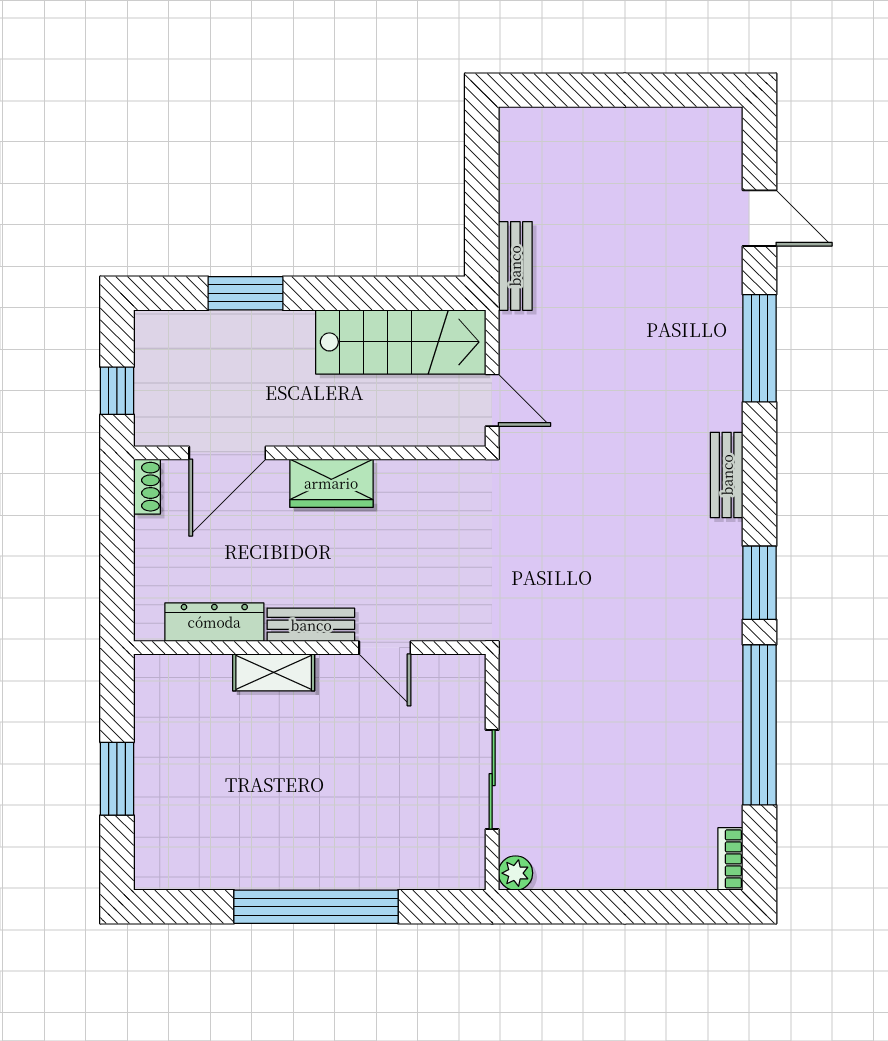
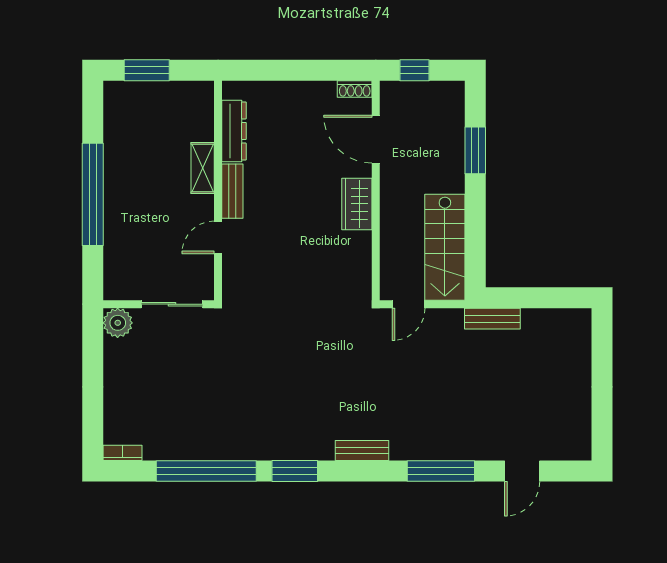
dresser: (214, 622) -> (234, 131), moved
bench: (311, 625) -> (232, 191), moved
wall: (310, 648) -> (218, 190), moved
door: (385, 648) -> (218, 237), moved
shelving: (274, 672) -> (203, 168), moved
window: (117, 779) -> (147, 70), moved
plant: (515, 873) -> (118, 323), width x1.38, depth x1.38

